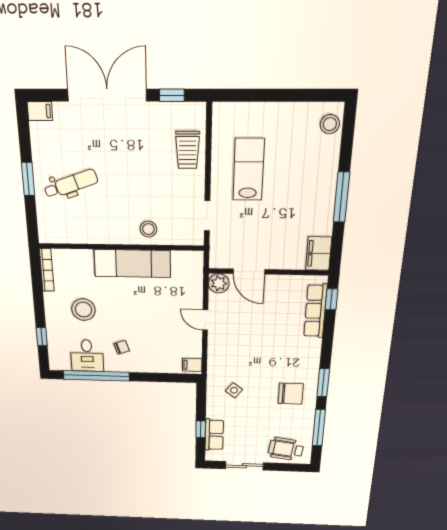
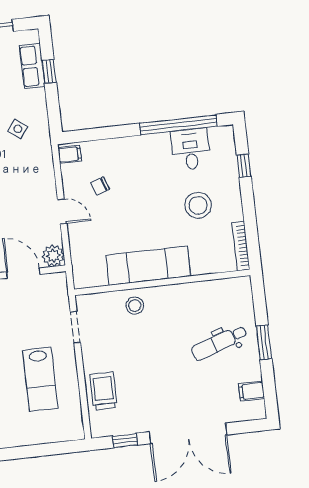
filing cabinet: (40, 111) -> (251, 391), moved
chair: (122, 347) -> (100, 186), moved

